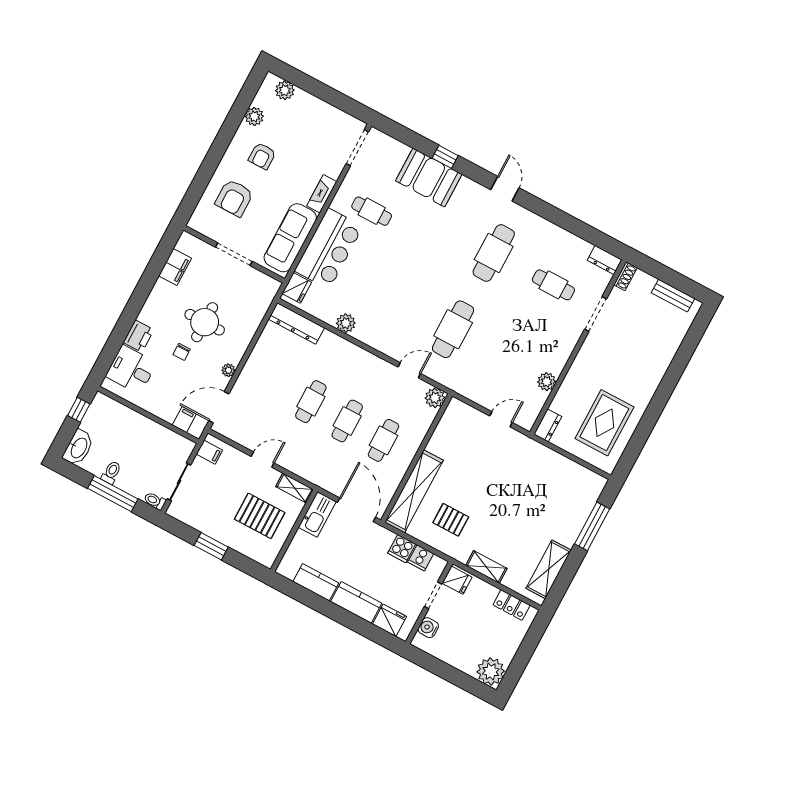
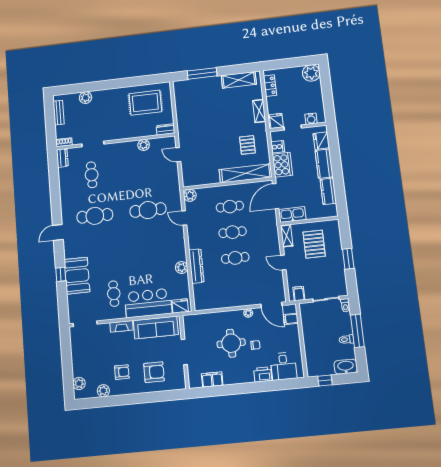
dresser: (296, 323) -> (196, 266), moved
plant: (669, 346) -> (86, 98), added
cooker: (402, 549) -> (282, 165), width x1.87, depth x1.31

